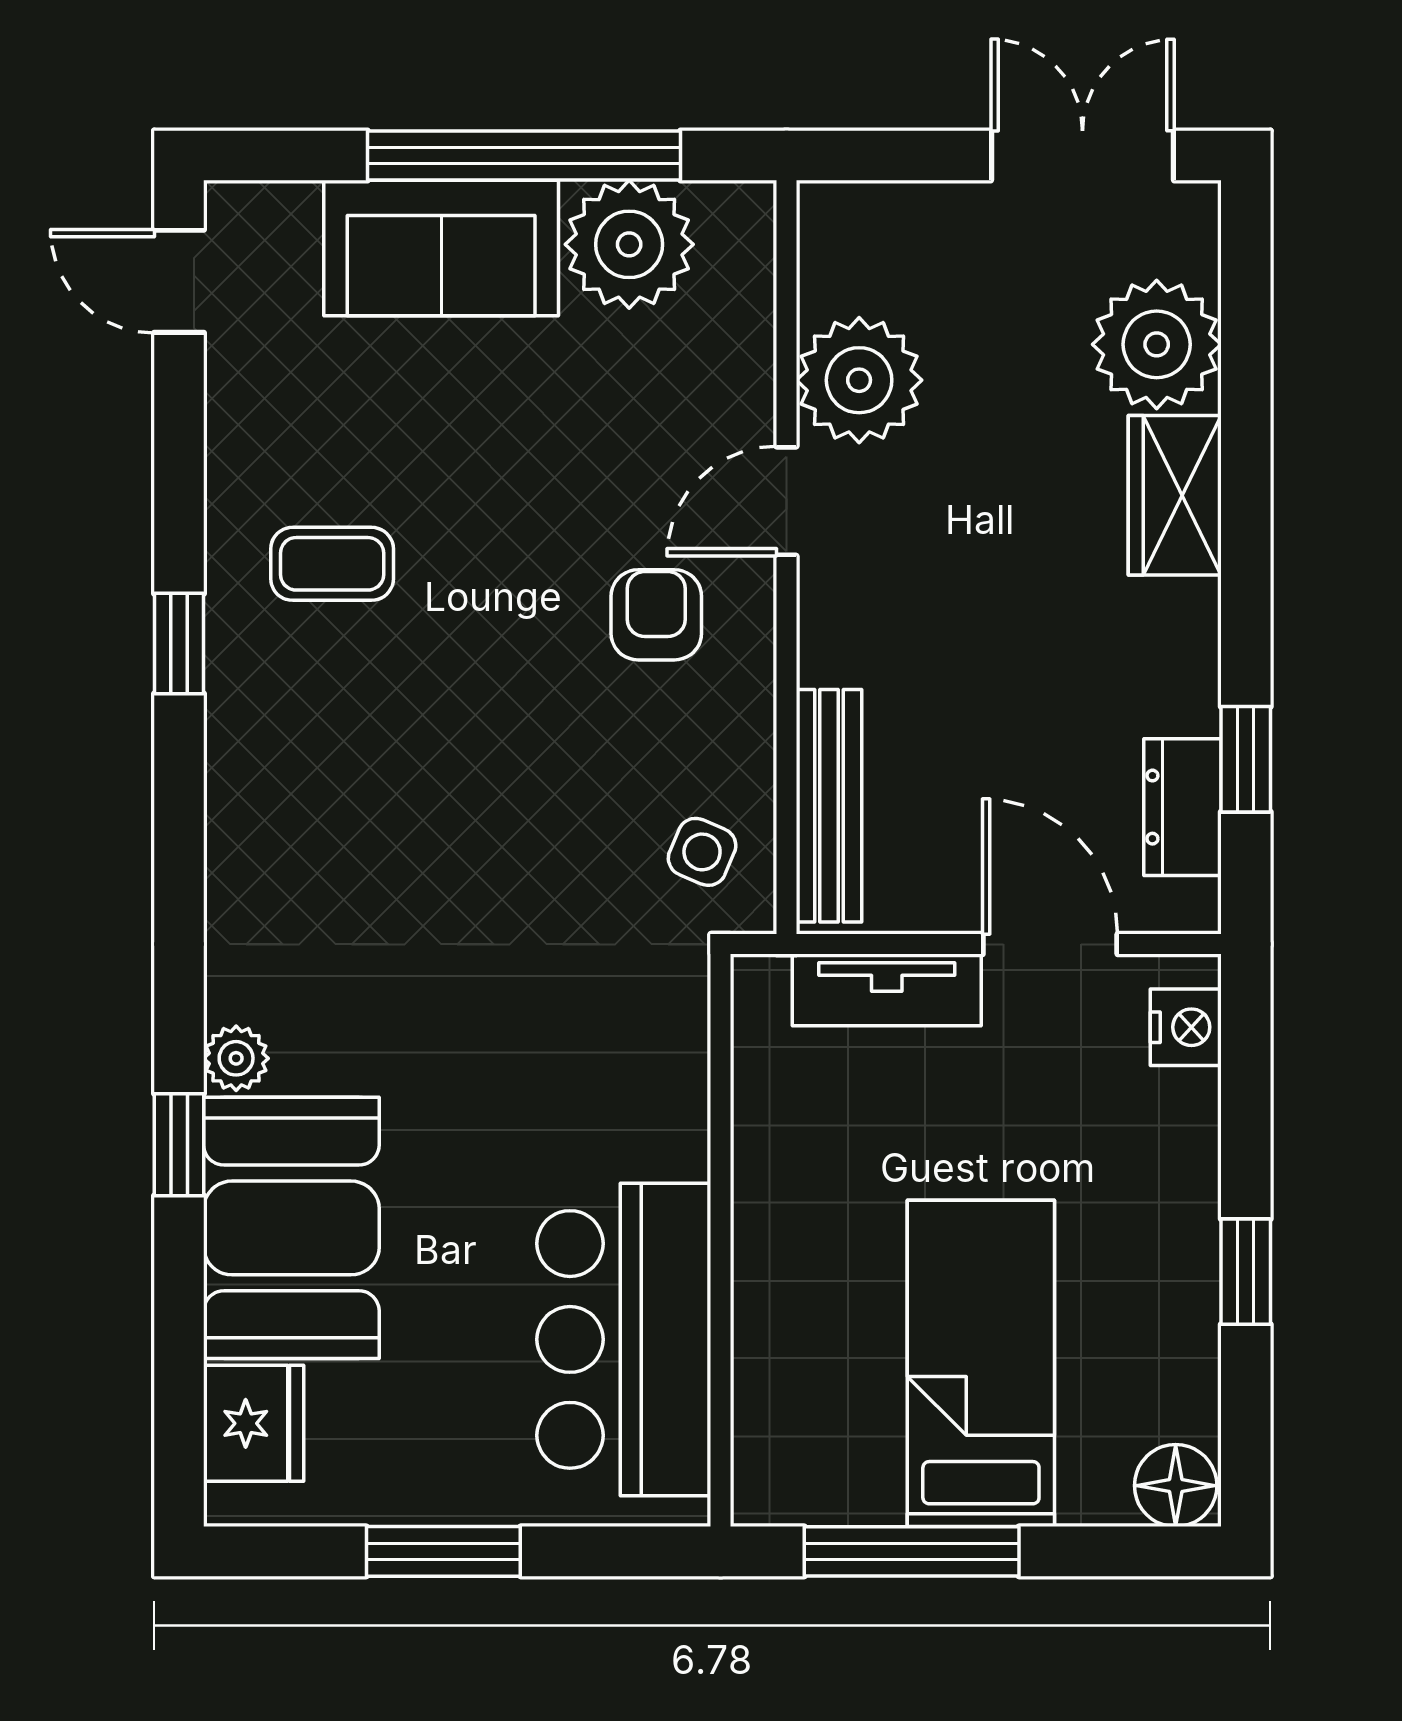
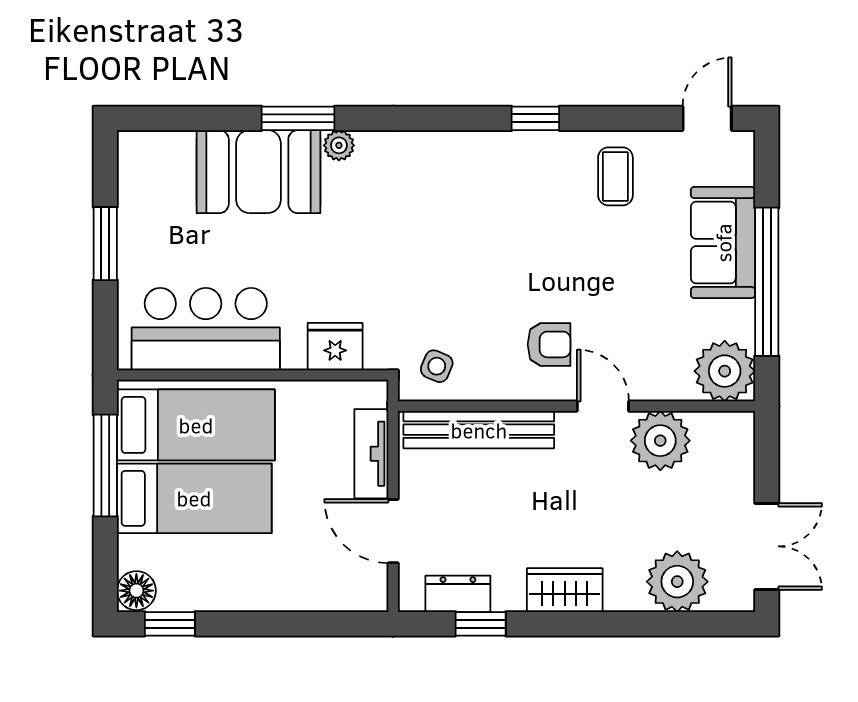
plant: (629, 244) -> (725, 371), moved
wardrobe: (1175, 495) -> (565, 590), moved
coffee table: (332, 564) -> (615, 176), moved
bench: (829, 806) -> (479, 430), width x1.37, depth x1.21
door: (1050, 944) -> (393, 531), swing flipped
nightstand: (1186, 1027) -> (354, 595), removed
window: (179, 1145) -> (298, 118), width x1.50
window: (1246, 1272) -> (170, 624), moved
bed: (826, 1360) -> (196, 425), added
fridge: (254, 1423) -> (335, 347), moved, turned 180

